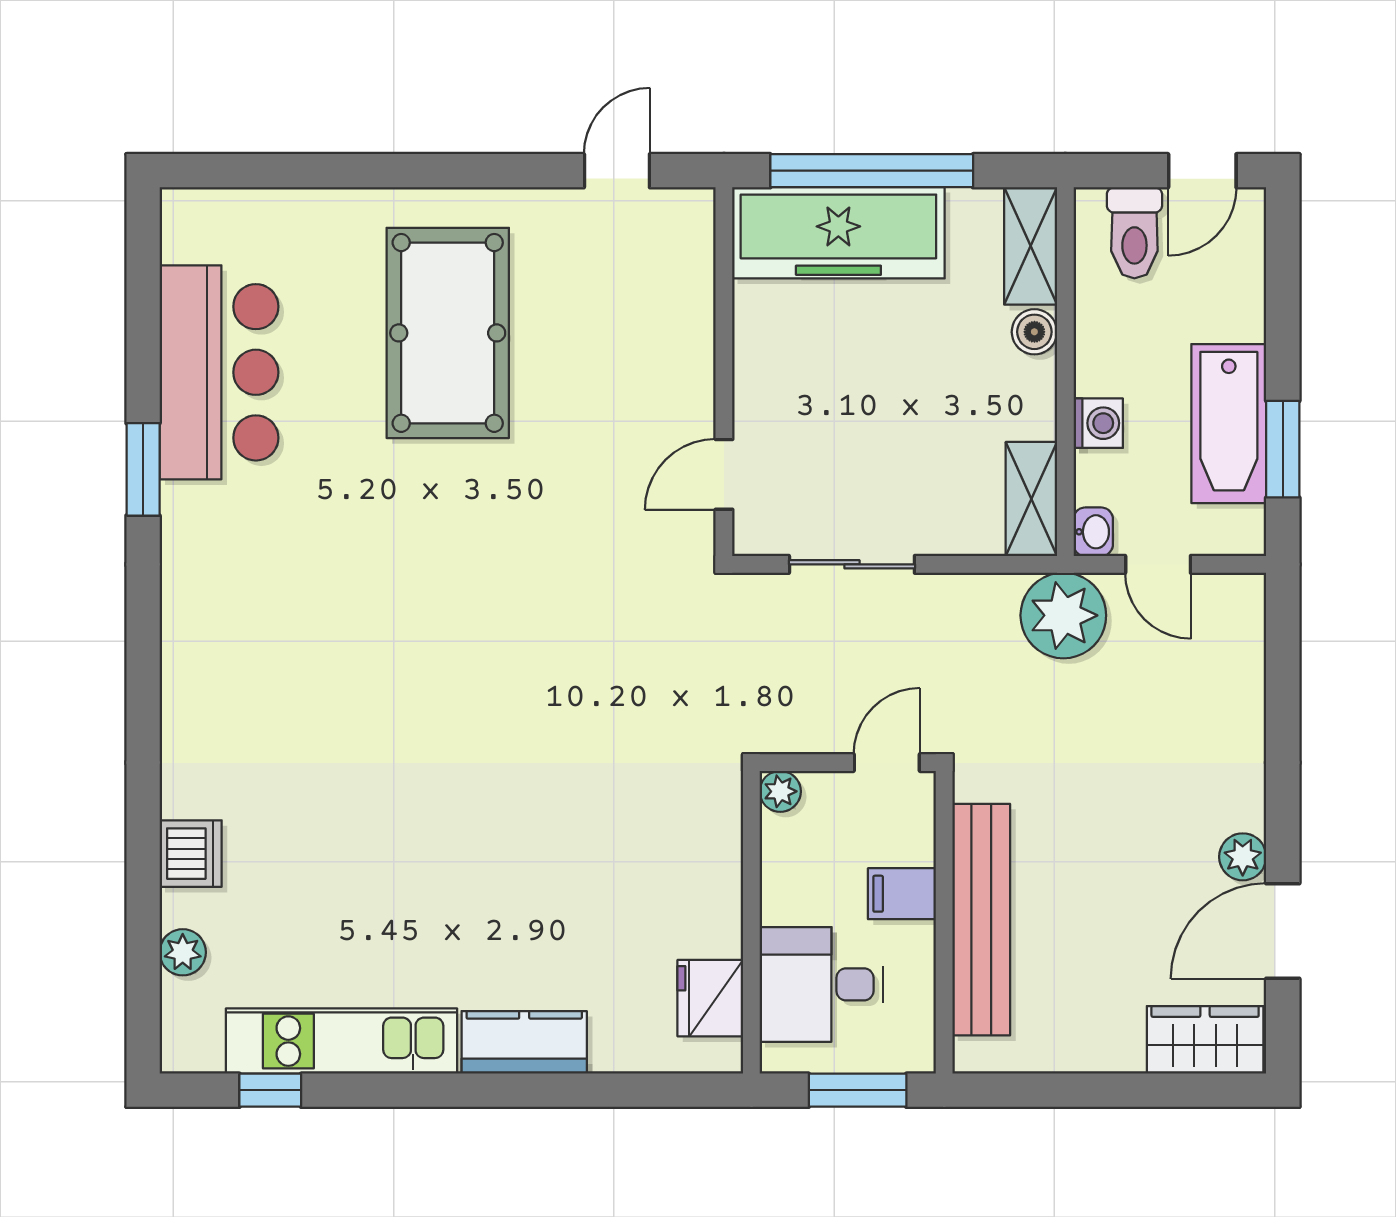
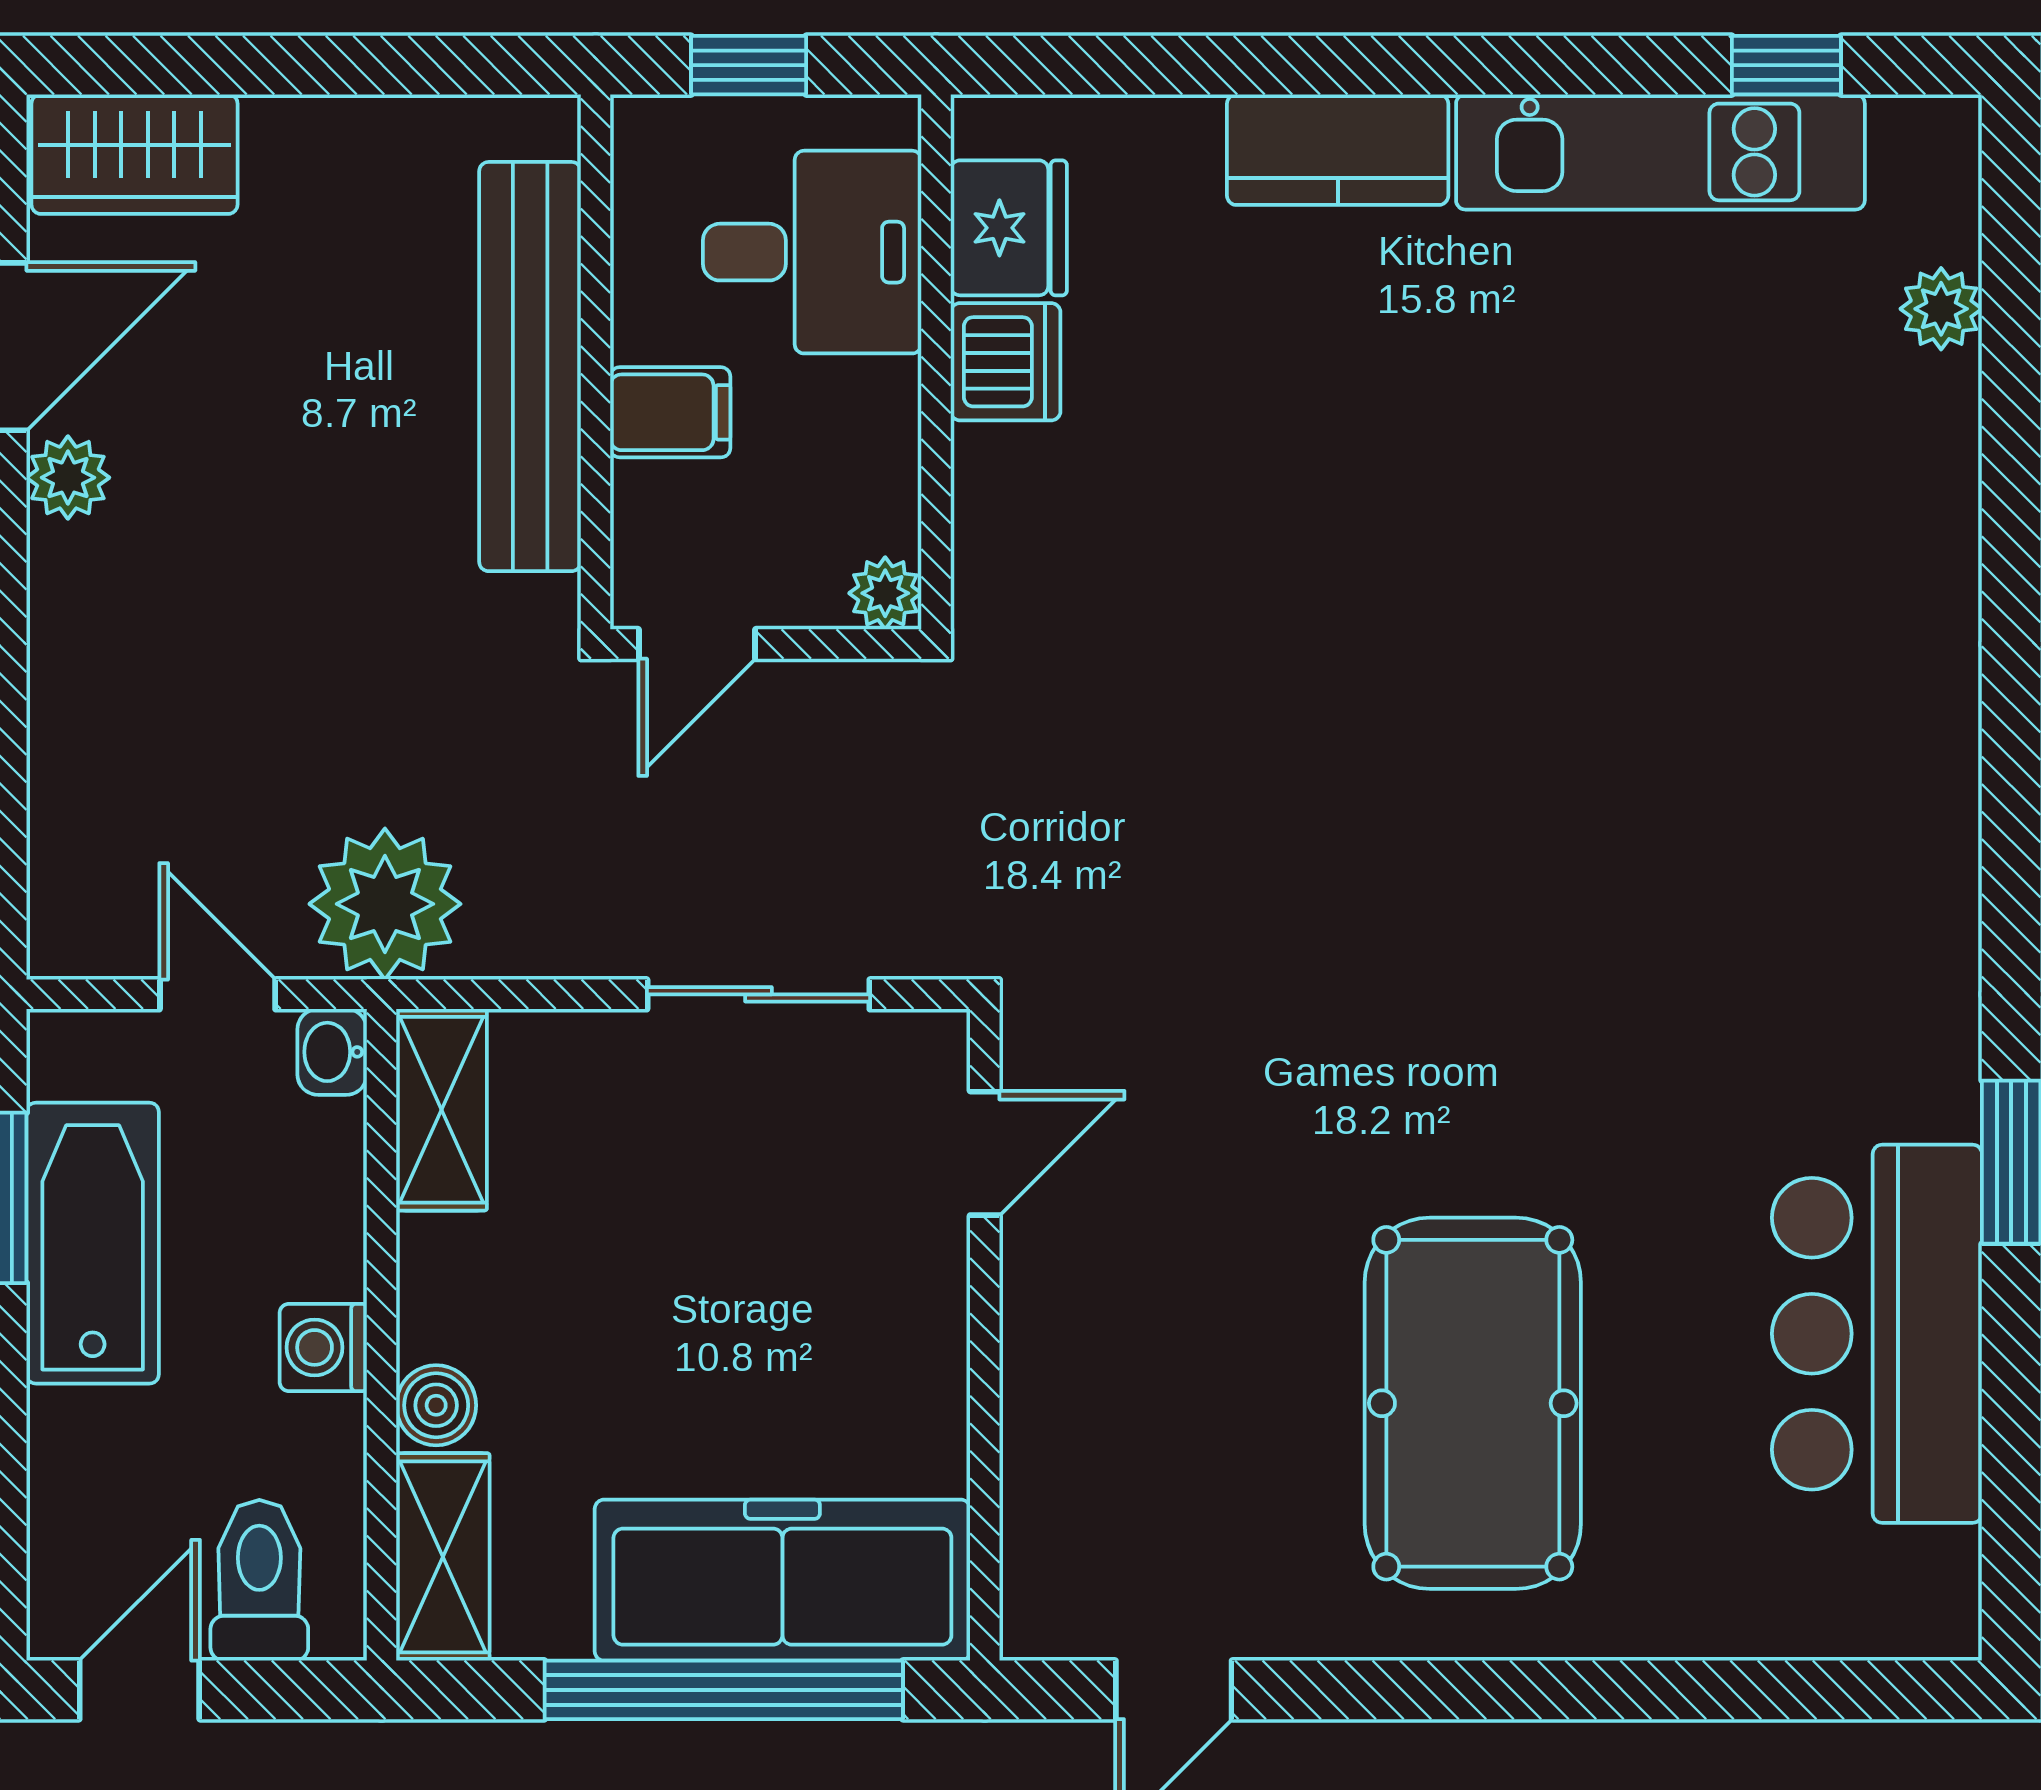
washing machine: (1098, 423) -> (323, 1347), moved
dishwasher: (191, 854) -> (1006, 362), moved, turned 180
window: (858, 1090) -> (749, 65), width x0.67

